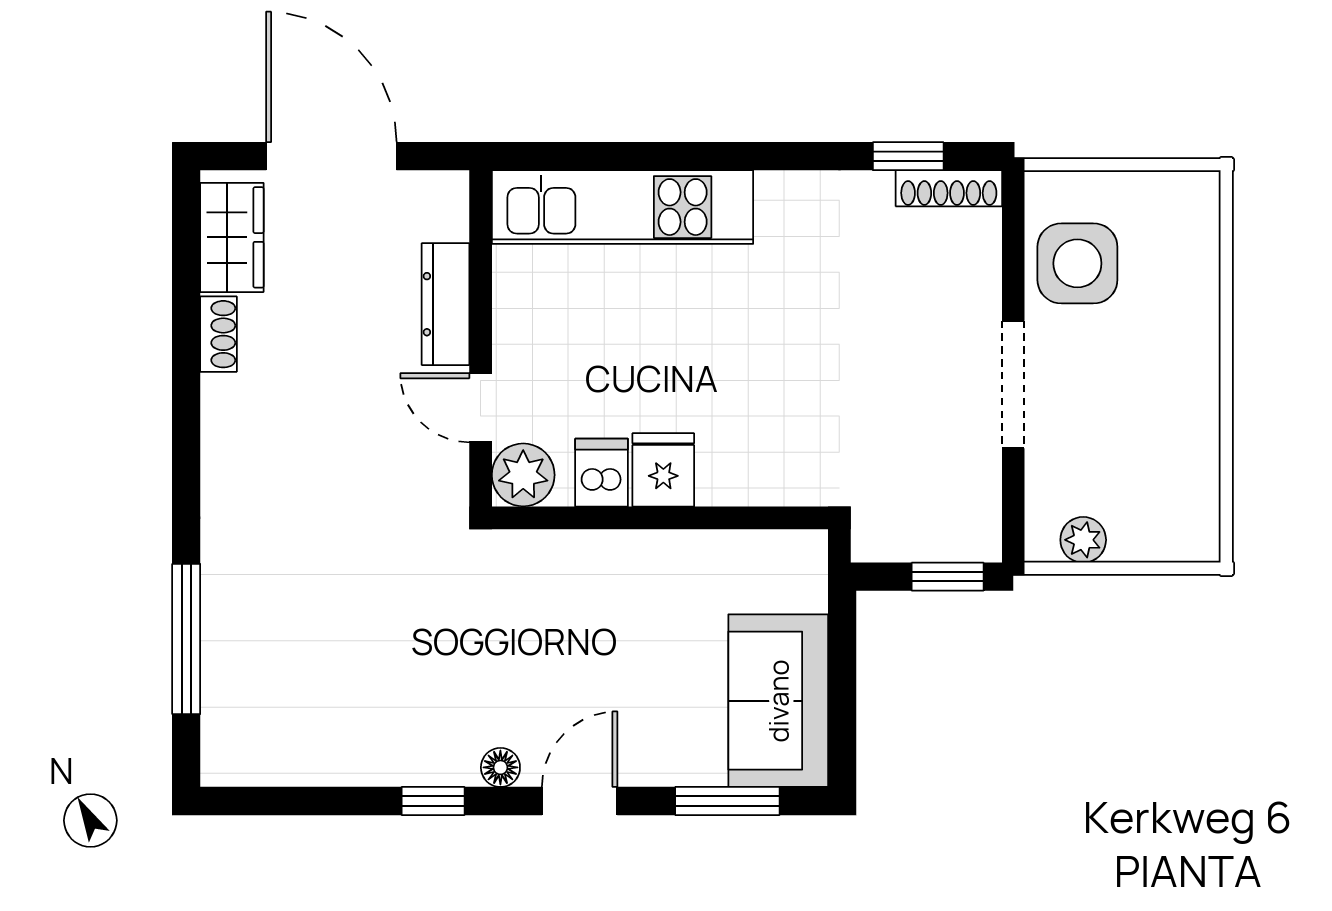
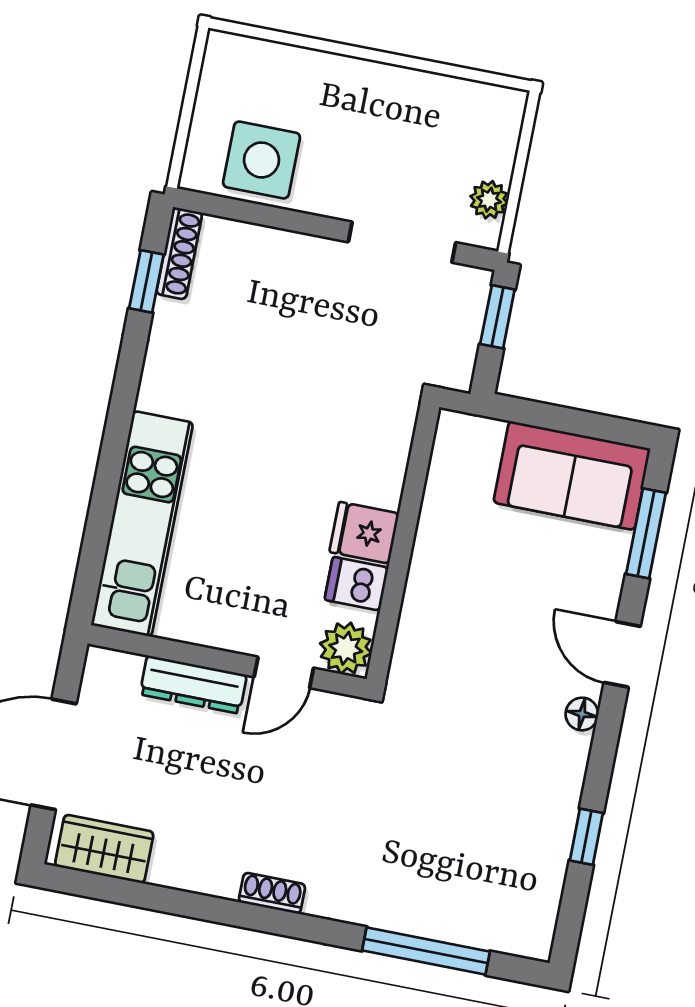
shoe rack: (218, 334) -> (272, 893), moved
doorway: (1013, 385) -> (402, 242), moved
window: (433, 801) -> (586, 837), moved

